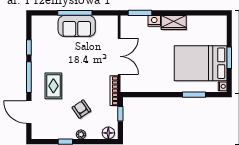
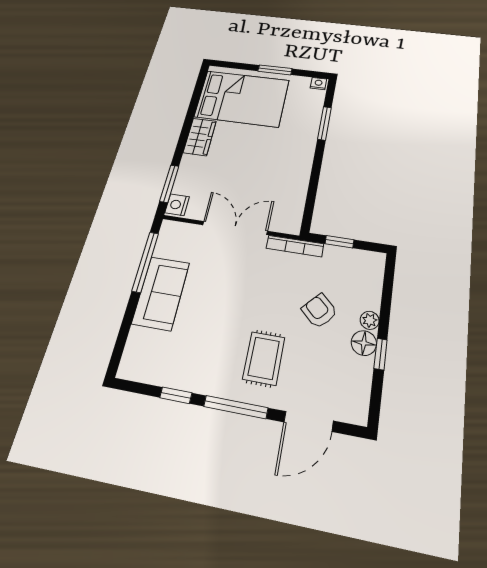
window: (75, 13) -> (145, 262), moved
nightstand: (154, 21) -> (177, 205), moved
bed: (201, 63) -> (242, 98), moved, turned -90
rug: (53, 86) -> (264, 358), turned 90
armchair: (81, 109) -> (319, 311), turned 77
floor lamp: (108, 133) -> (364, 343), moved

